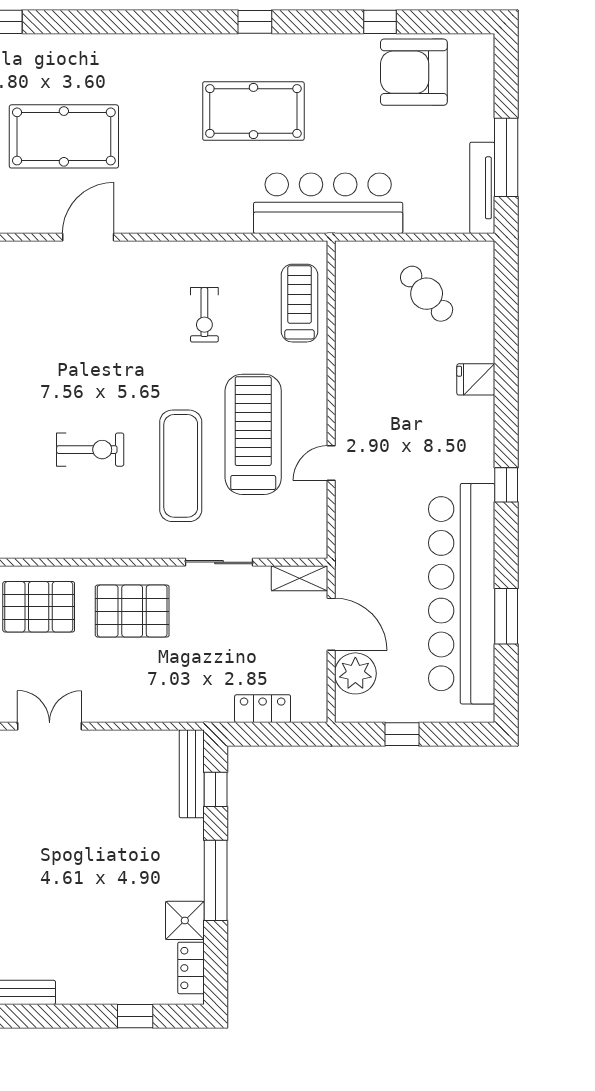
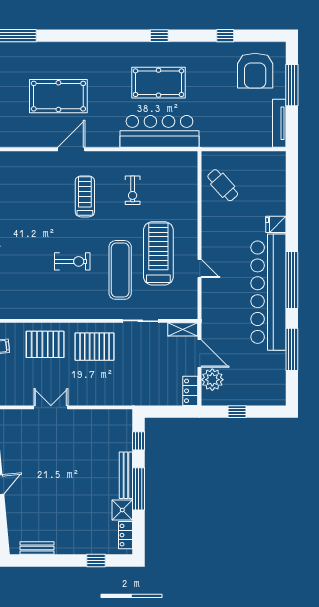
armchair: (414, 72) -> (255, 71), moved, turned -90
window: (506, 157) -> (292, 85), moved
bar counter: (328, 203) -> (159, 131), moved
cafe table: (427, 294) -> (223, 185), moved
treadmill: (300, 303) -> (85, 196), moved
door: (331, 463) -> (200, 268), swing flipped
window: (506, 485) -> (292, 280), width x3.17
bar counter: (462, 594) -> (268, 292), moved
window: (506, 616) -> (292, 349), width x1.44
locker: (263, 709) -> (190, 391), moved, turned -90
bench: (192, 774) -> (126, 475), moved

